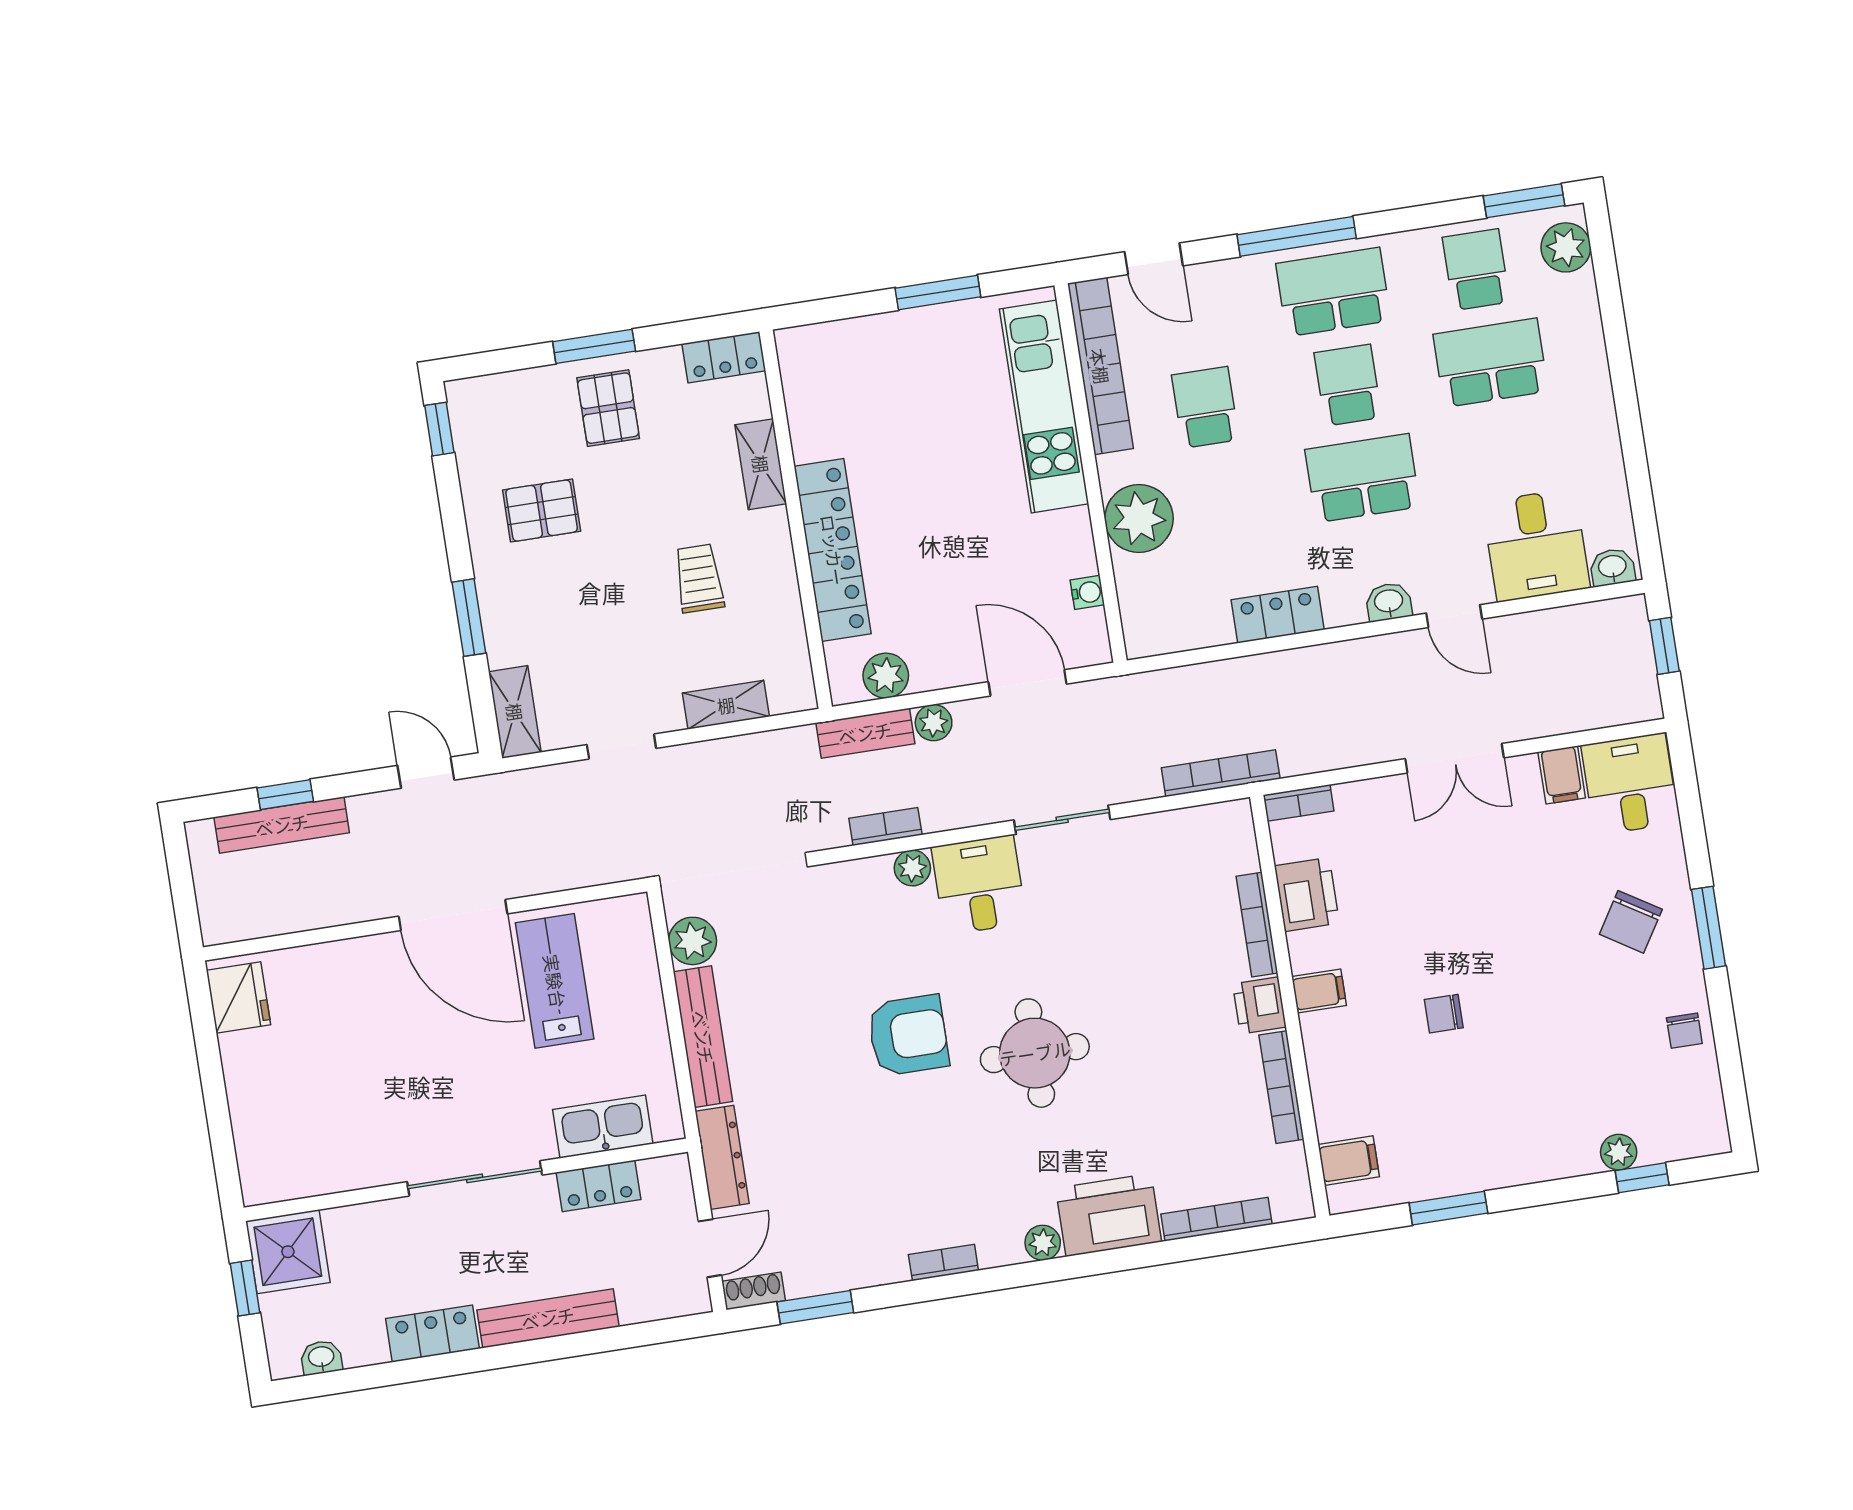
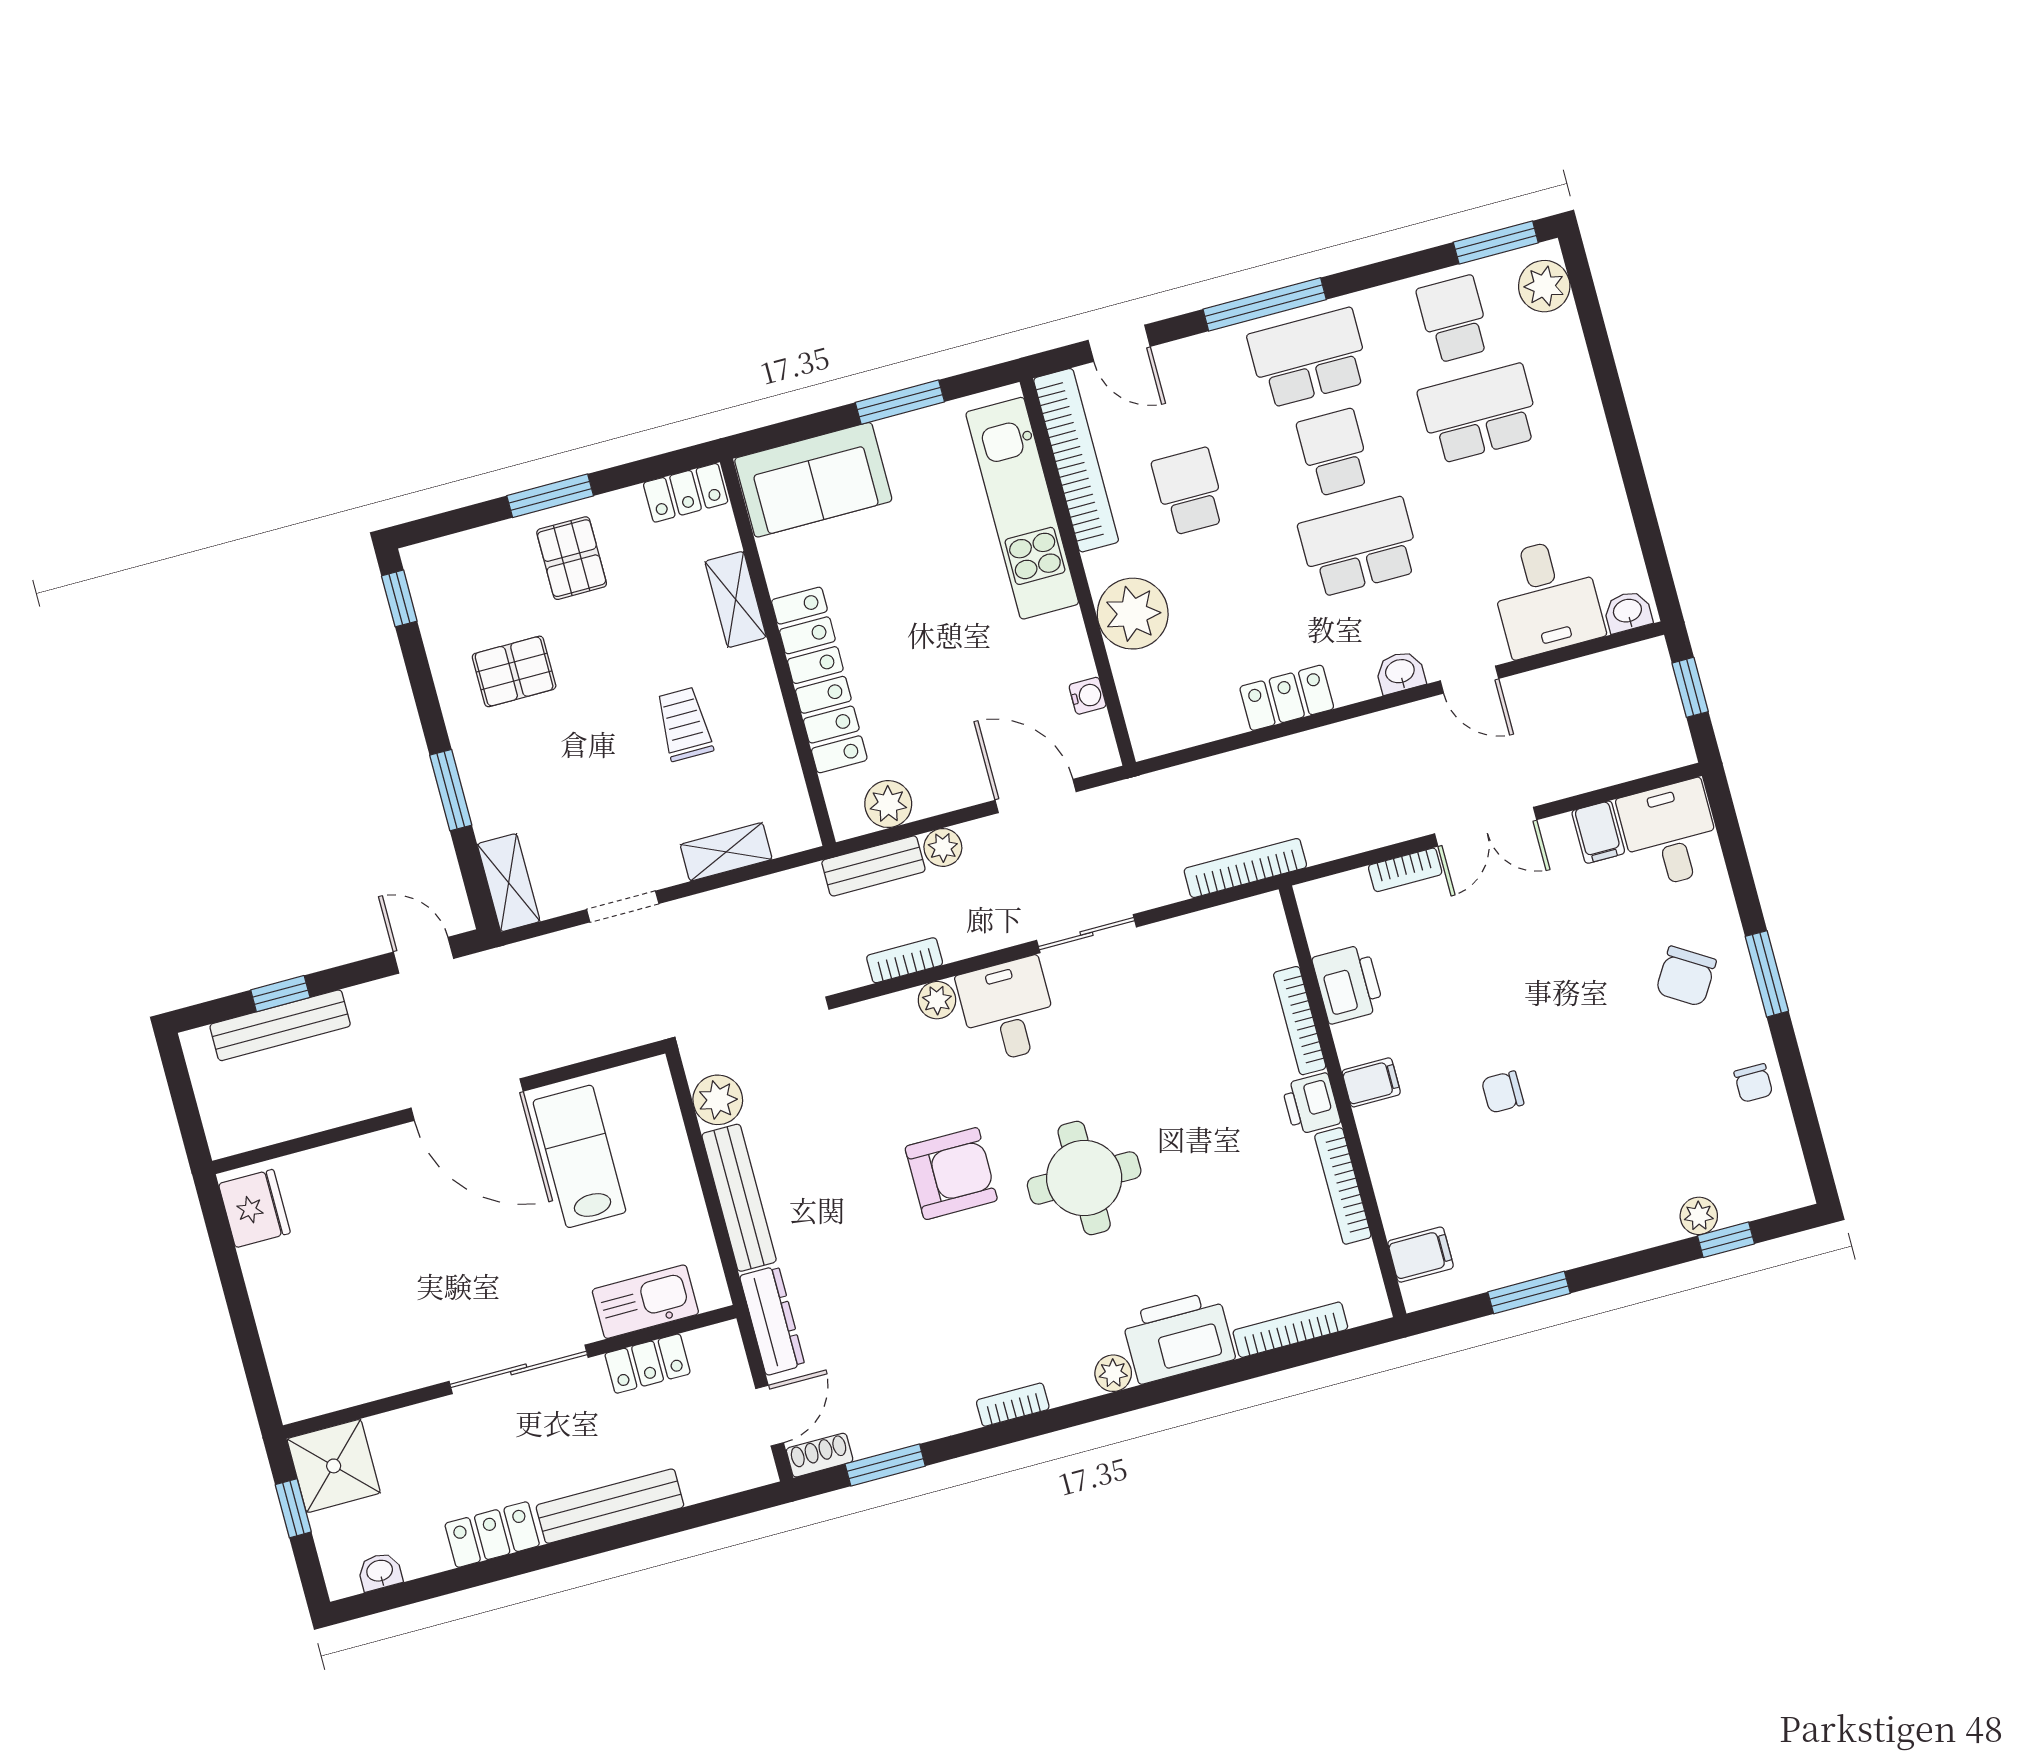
sofa: (847, 358) -> (813, 480), added
bookcase: (1299, 803) -> (1405, 870), moved

